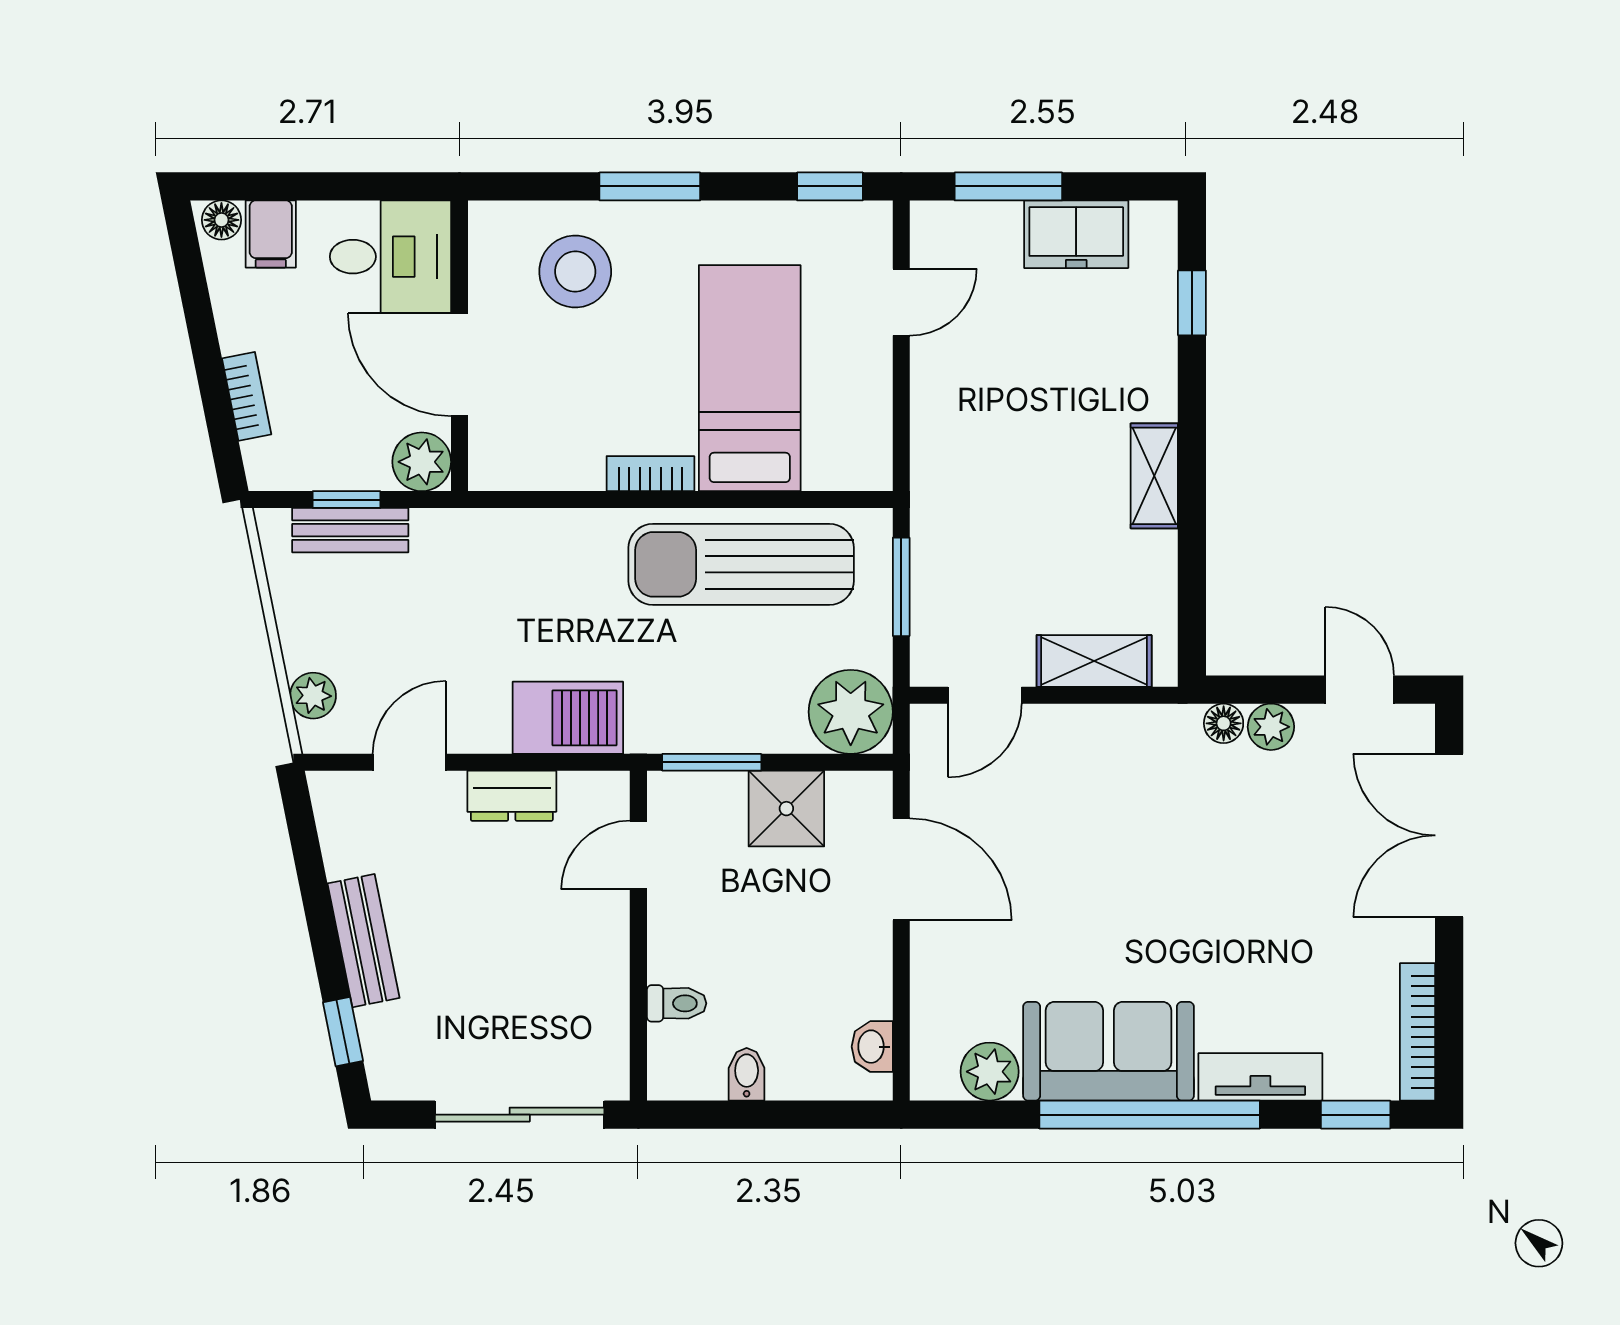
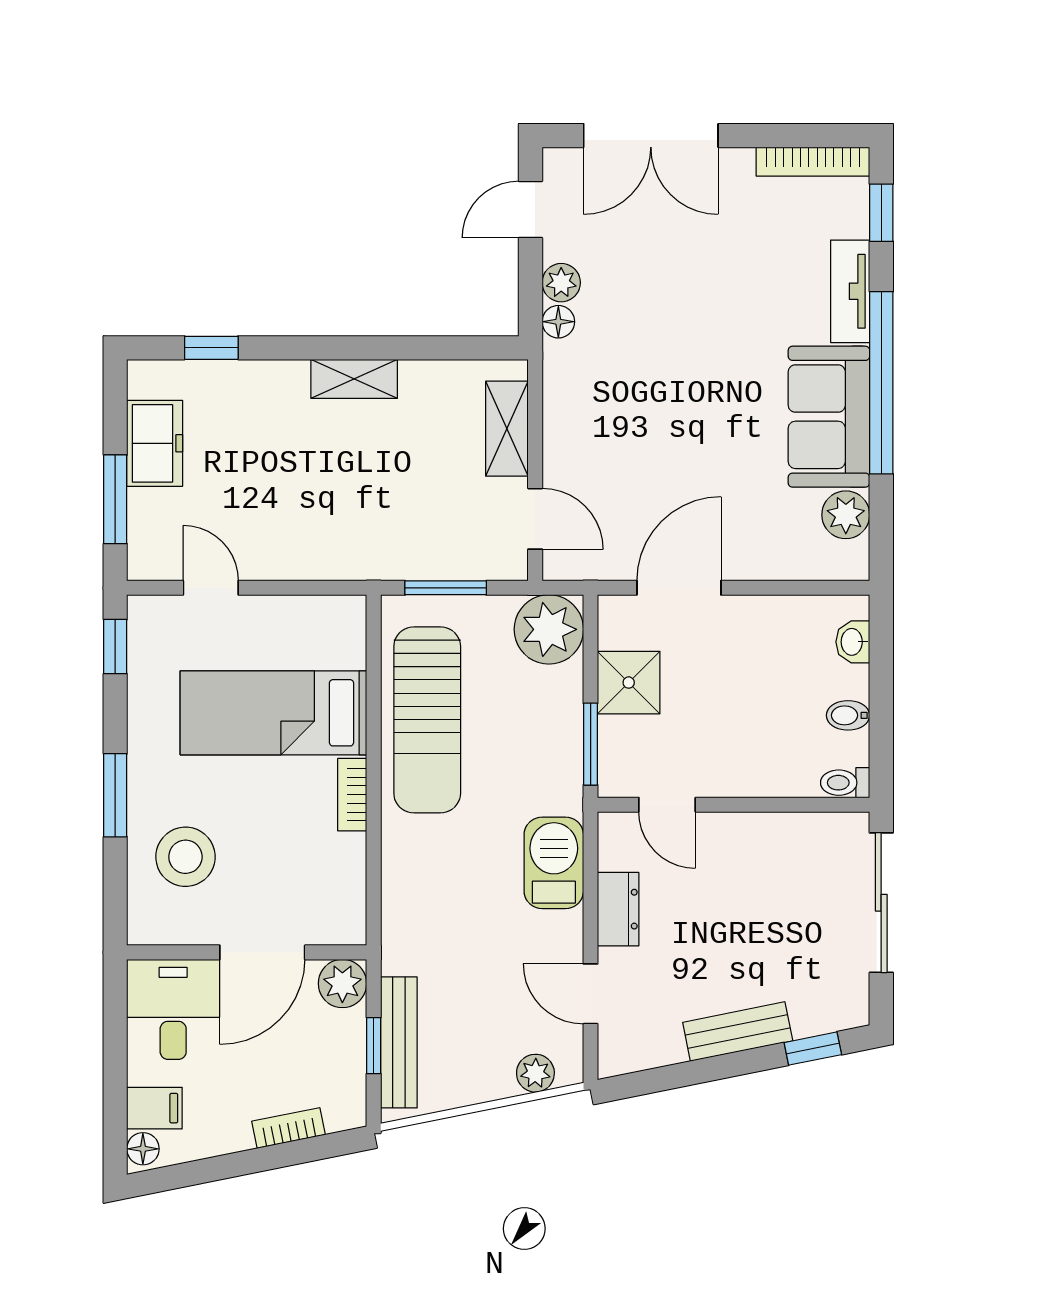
bench: (350, 530) -> (399, 1042), width x1.36
toilet: (677, 1003) -> (845, 783), moved, turned -90
washbasin: (872, 1047) -> (853, 642), moved, turned 90

